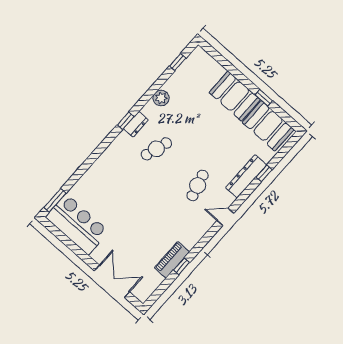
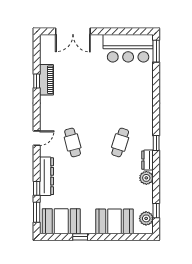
plant: (192, 63) -> (146, 218), added
booth: (235, 96) -> (114, 221), moved
dresser: (136, 124) -> (147, 160), moved
window: (282, 153) -> (37, 212), added

